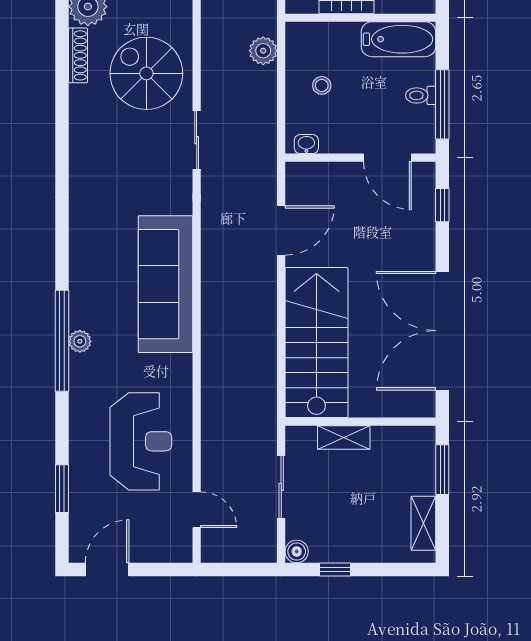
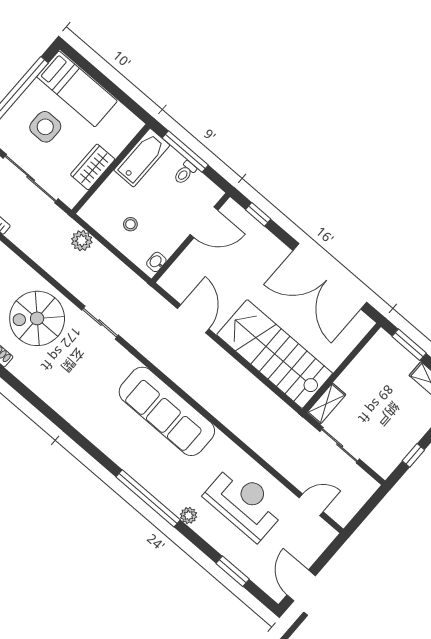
window: (442, 104) -> (185, 151), moved
plant: (80, 341) -> (189, 515), moved
shelving: (344, 437) -> (326, 404), moved
boiler: (297, 551) -> (384, 468), removed

